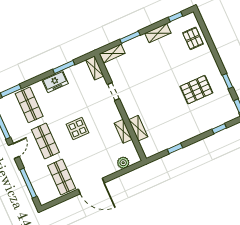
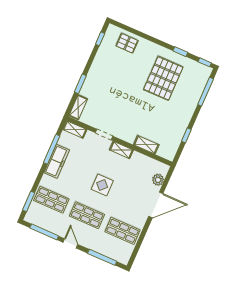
shelving: (158, 33) -> (98, 62), removed
window: (64, 67) -> (52, 149), width x1.44
freezer: (55, 82) -> (57, 161), width x1.40
pallet: (196, 90) -> (163, 78), width x1.37, depth x1.41
window: (219, 129) -> (206, 92), width x2.17
shelving: (123, 131) -> (121, 150), moved
door: (91, 186) -> (156, 205), moved

